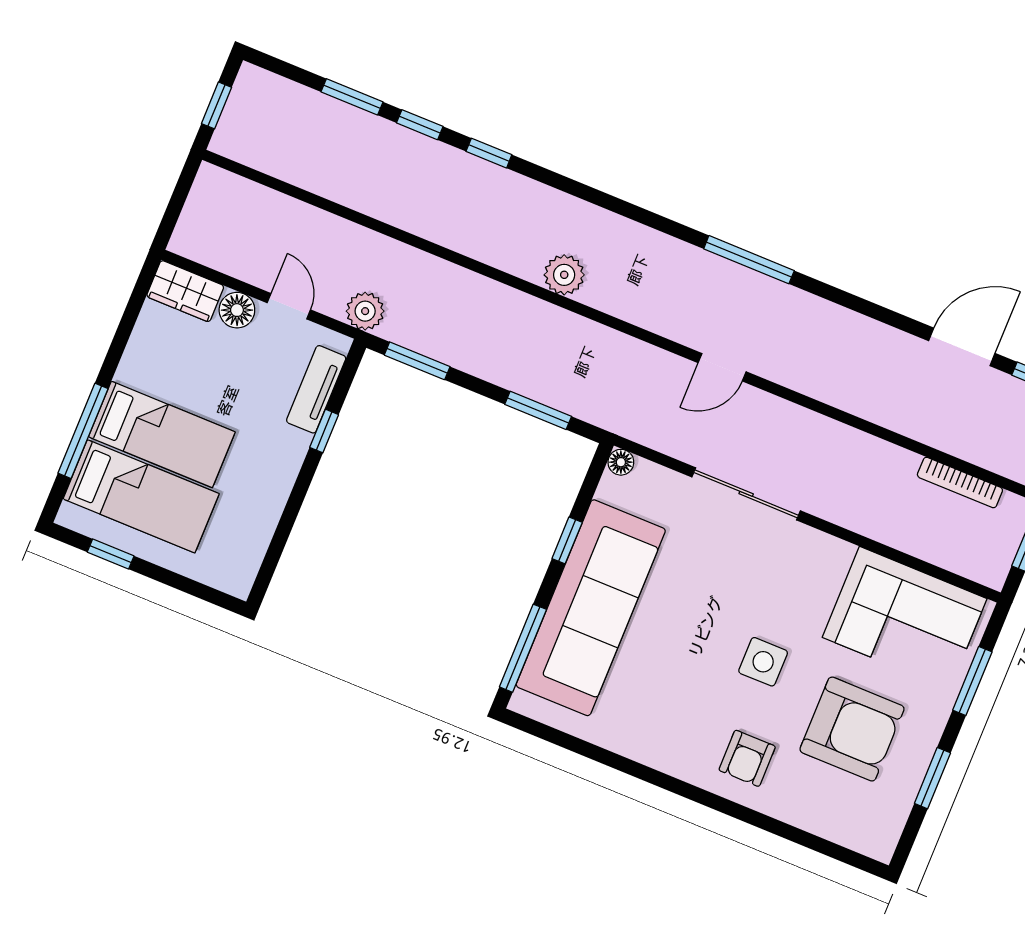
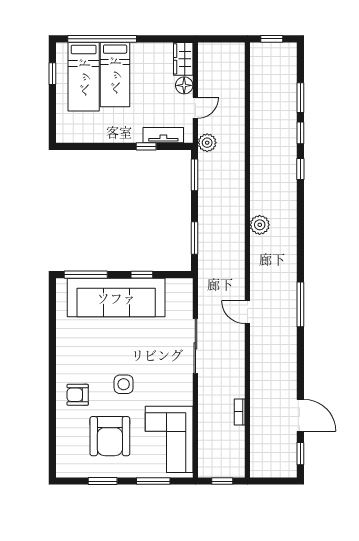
window: (83, 431) -> (102, 39), width x1.46
floor lamp: (621, 462) -> (187, 284), removed
bookcase: (960, 482) -> (240, 412), moved, width x0.64

